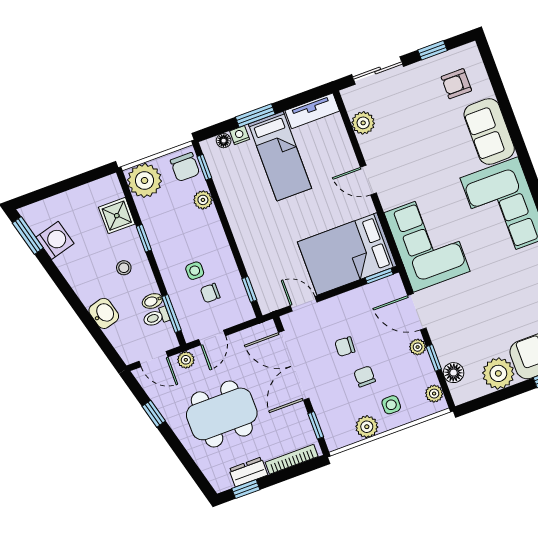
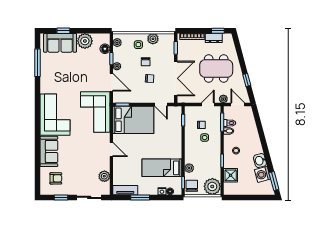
window: (255, 115) -> (140, 197), moved
bed: (280, 156) -> (162, 168), moved, turned -90
washbasin: (104, 313) -> (260, 161), moved

